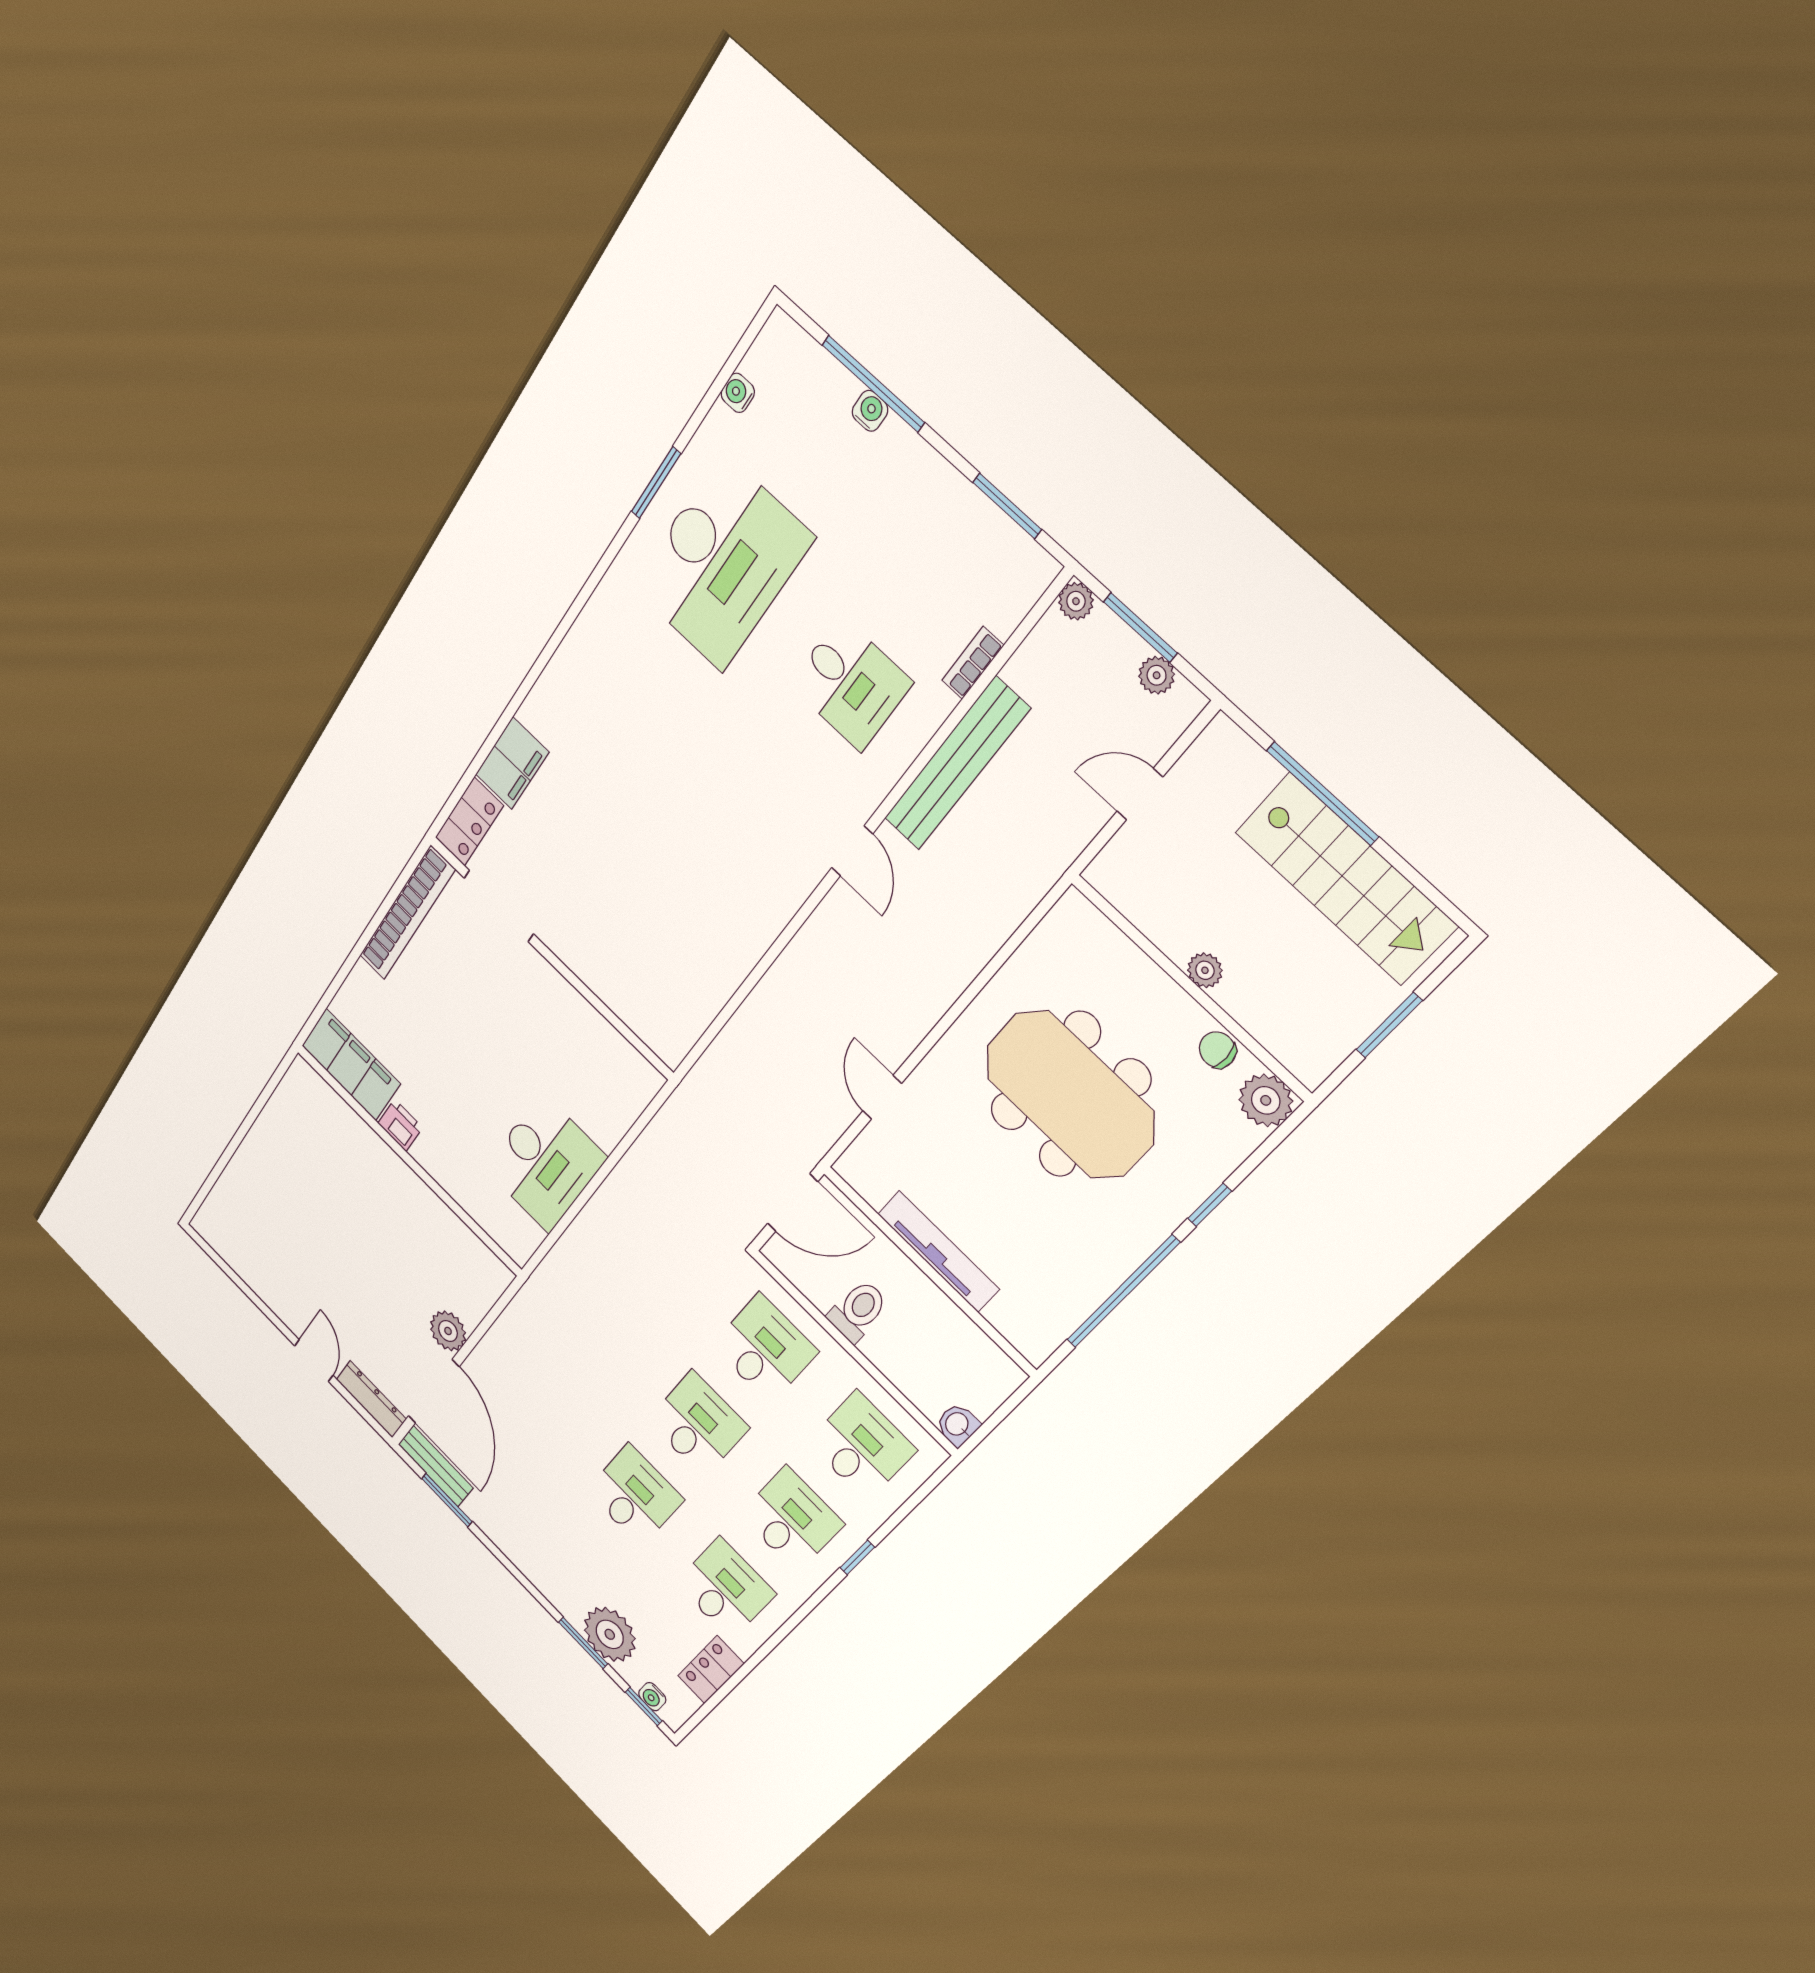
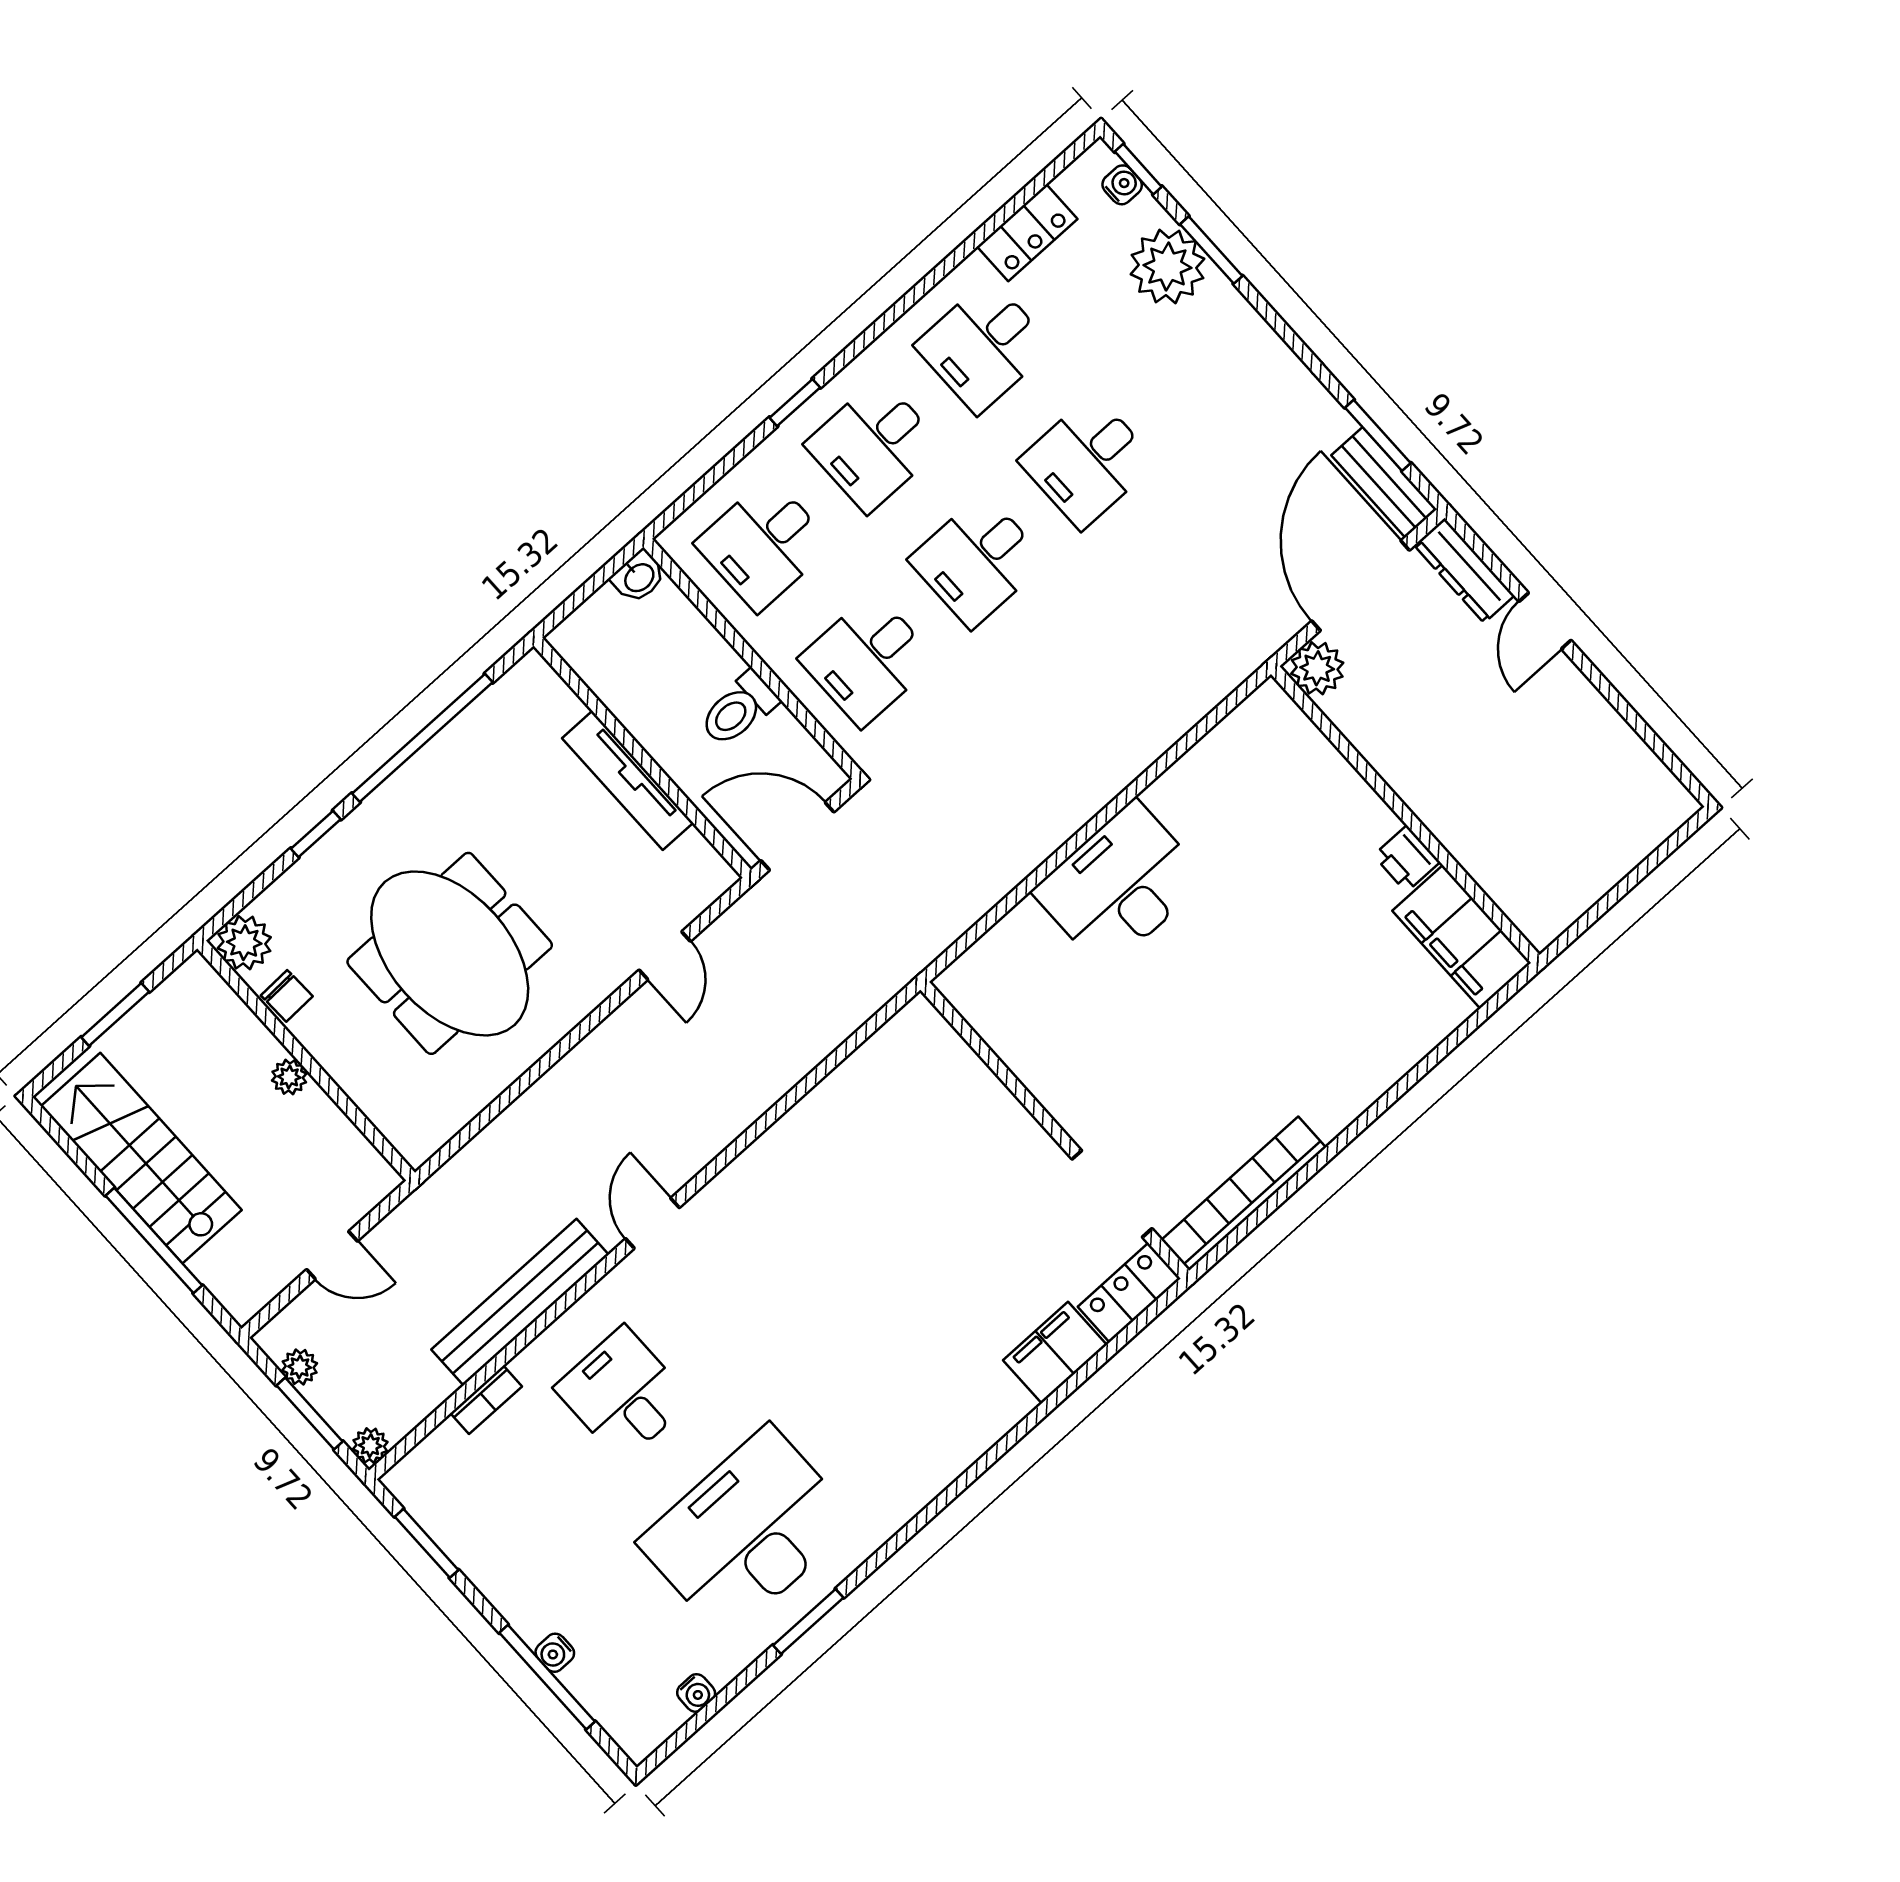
filing cabinet: (351, 1065) -> (1462, 937), moved
printer: (400, 1125) -> (1407, 859), moved
wall: (409, 1160) -> (1405, 815), moved

